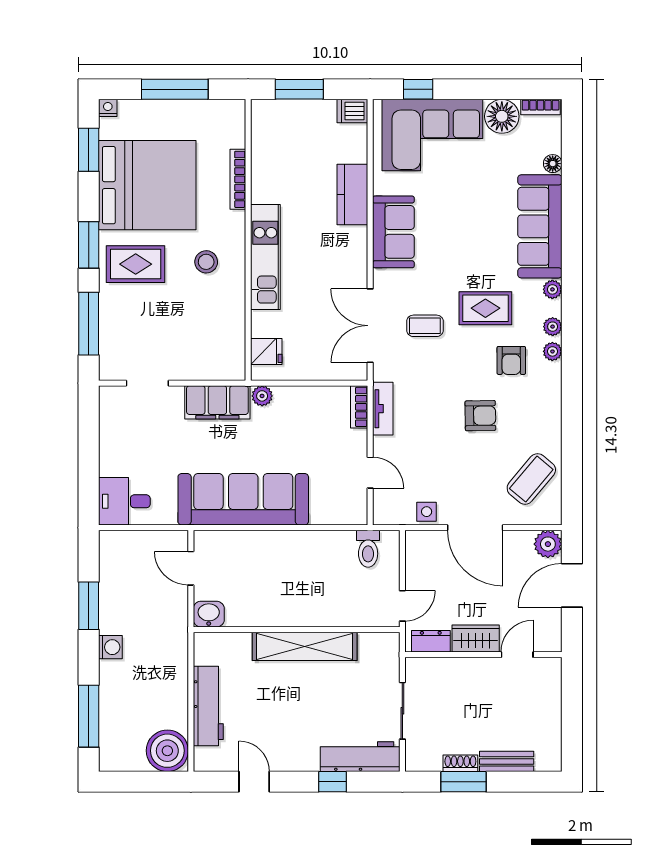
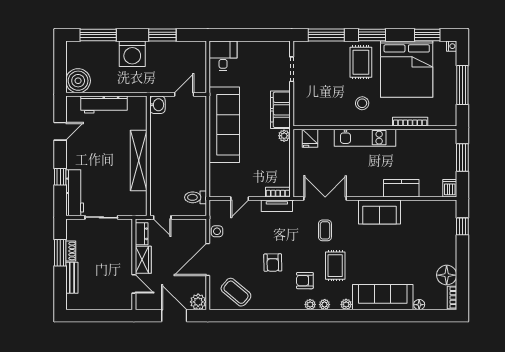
corner sofa: (432, 135) -> (436, 235), removed
washing machine: (110, 647) -> (132, 54), width x1.89, depth x1.89

